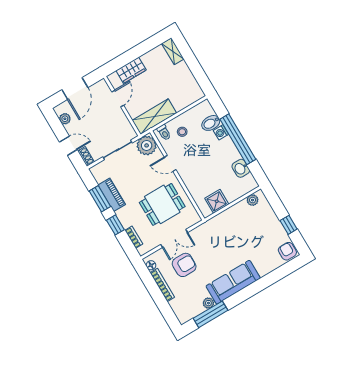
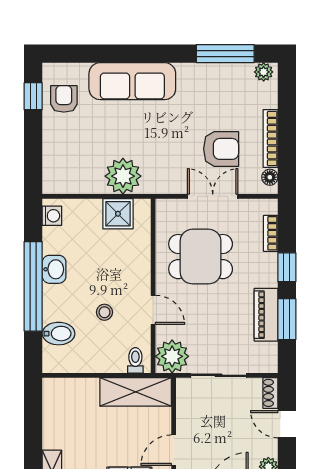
stool: (182, 132) -> (104, 312), moved
washing machine: (221, 132) -> (52, 216), moved
washbasin: (241, 168) -> (54, 269), moved
plant: (253, 200) -> (123, 176), moved, width x1.88, depth x1.88
window: (289, 225) -> (33, 96), moved
armchair: (287, 251) -> (64, 99), moved, turned 180
armchair: (184, 265) -> (221, 149), turned 180
sofa: (233, 282) -> (132, 81), moved
plant: (208, 303) -> (264, 72), moved

